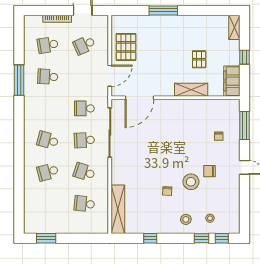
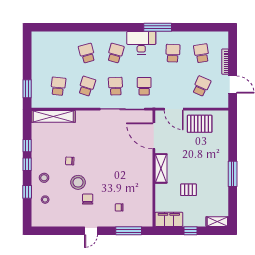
window: (163, 10) -> (233, 174), moved
school desk: (84, 45) -> (201, 86), turned 48
window: (19, 80) -> (158, 27), moved
shelving: (191, 90) -> (161, 168), moved
desk: (36, 112) -> (141, 43), added
window: (46, 238) -> (27, 89), moved
window: (222, 238) -> (27, 164), moved

